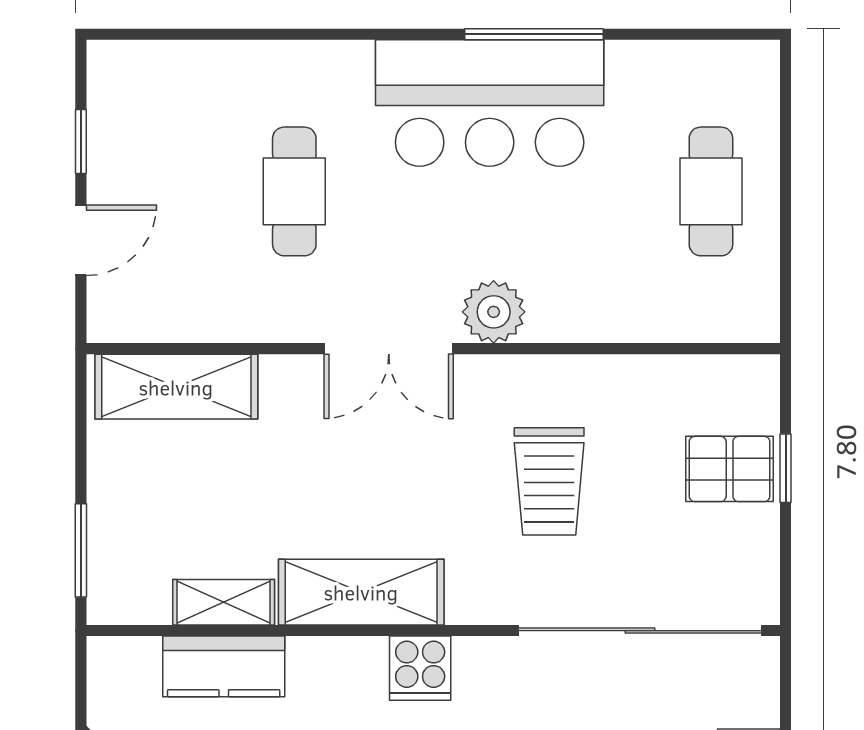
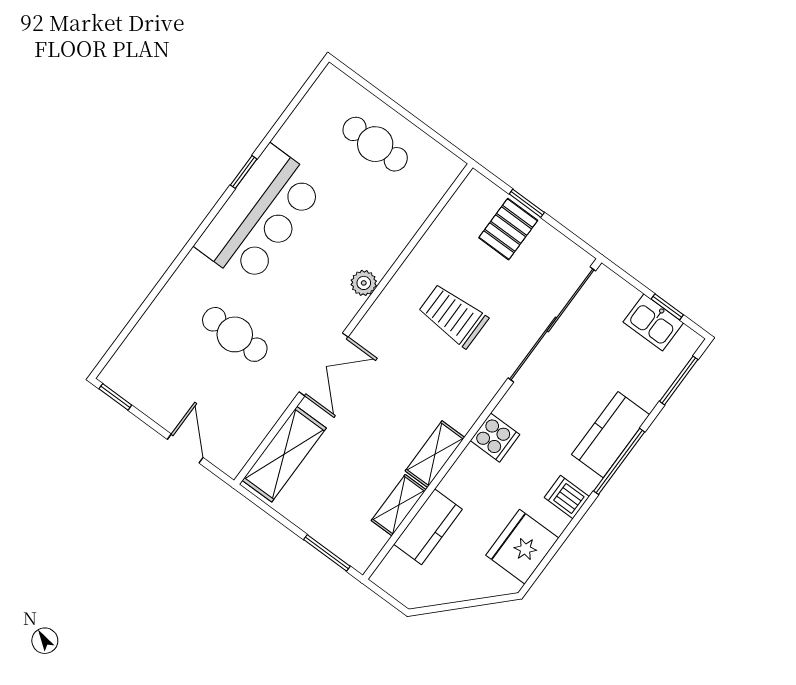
window: (534, 34) -> (244, 172), width x0.46
window: (81, 141) -> (115, 397), moved
plant: (494, 312) -> (364, 283), width x0.73, depth x0.73
double door: (389, 349) -> (324, 364), moved
trolley: (549, 481) -> (453, 316), turned 180
shelving: (361, 592) -> (435, 454), width x0.67, depth x0.75

